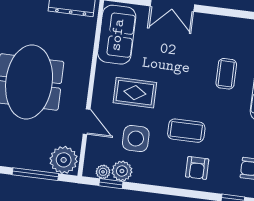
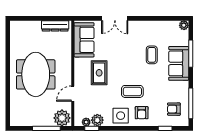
rug: (135, 93) -> (99, 73), turned 90
door: (87, 122) -> (73, 94), swing flipped
side table: (136, 139) -> (121, 116), moved

